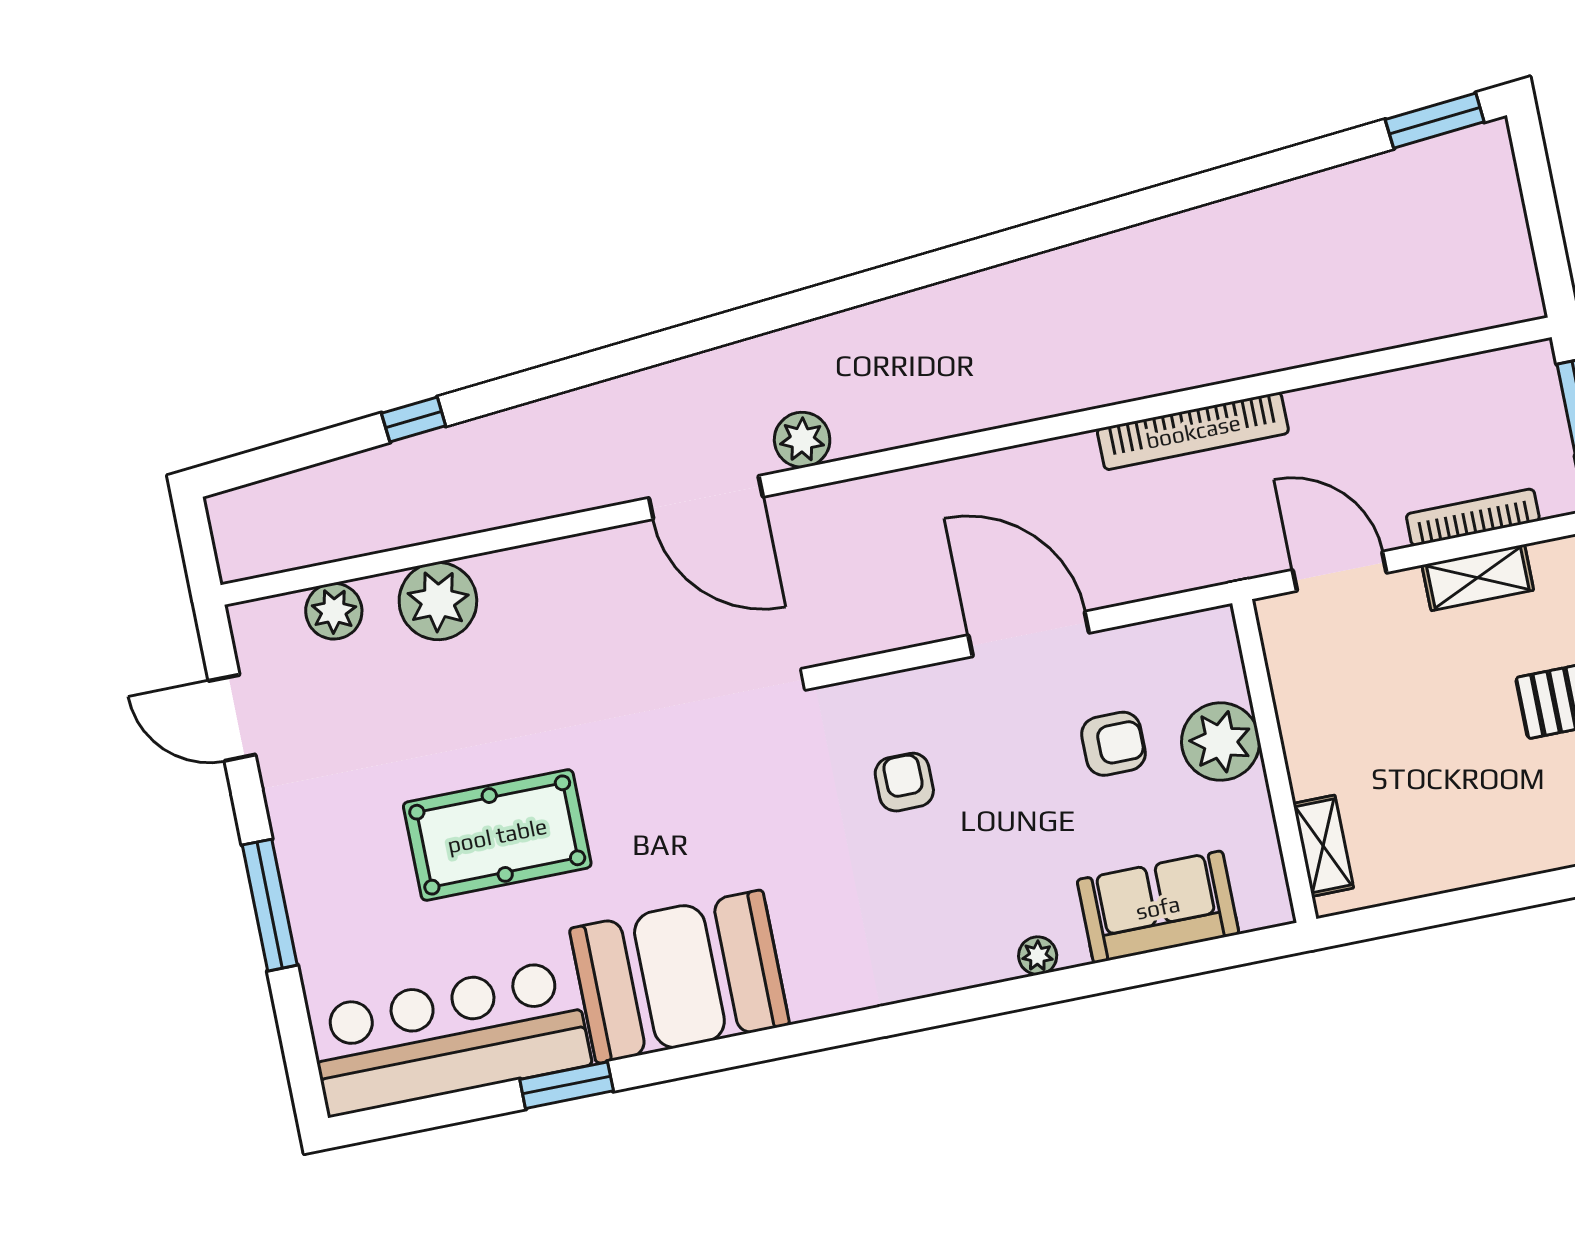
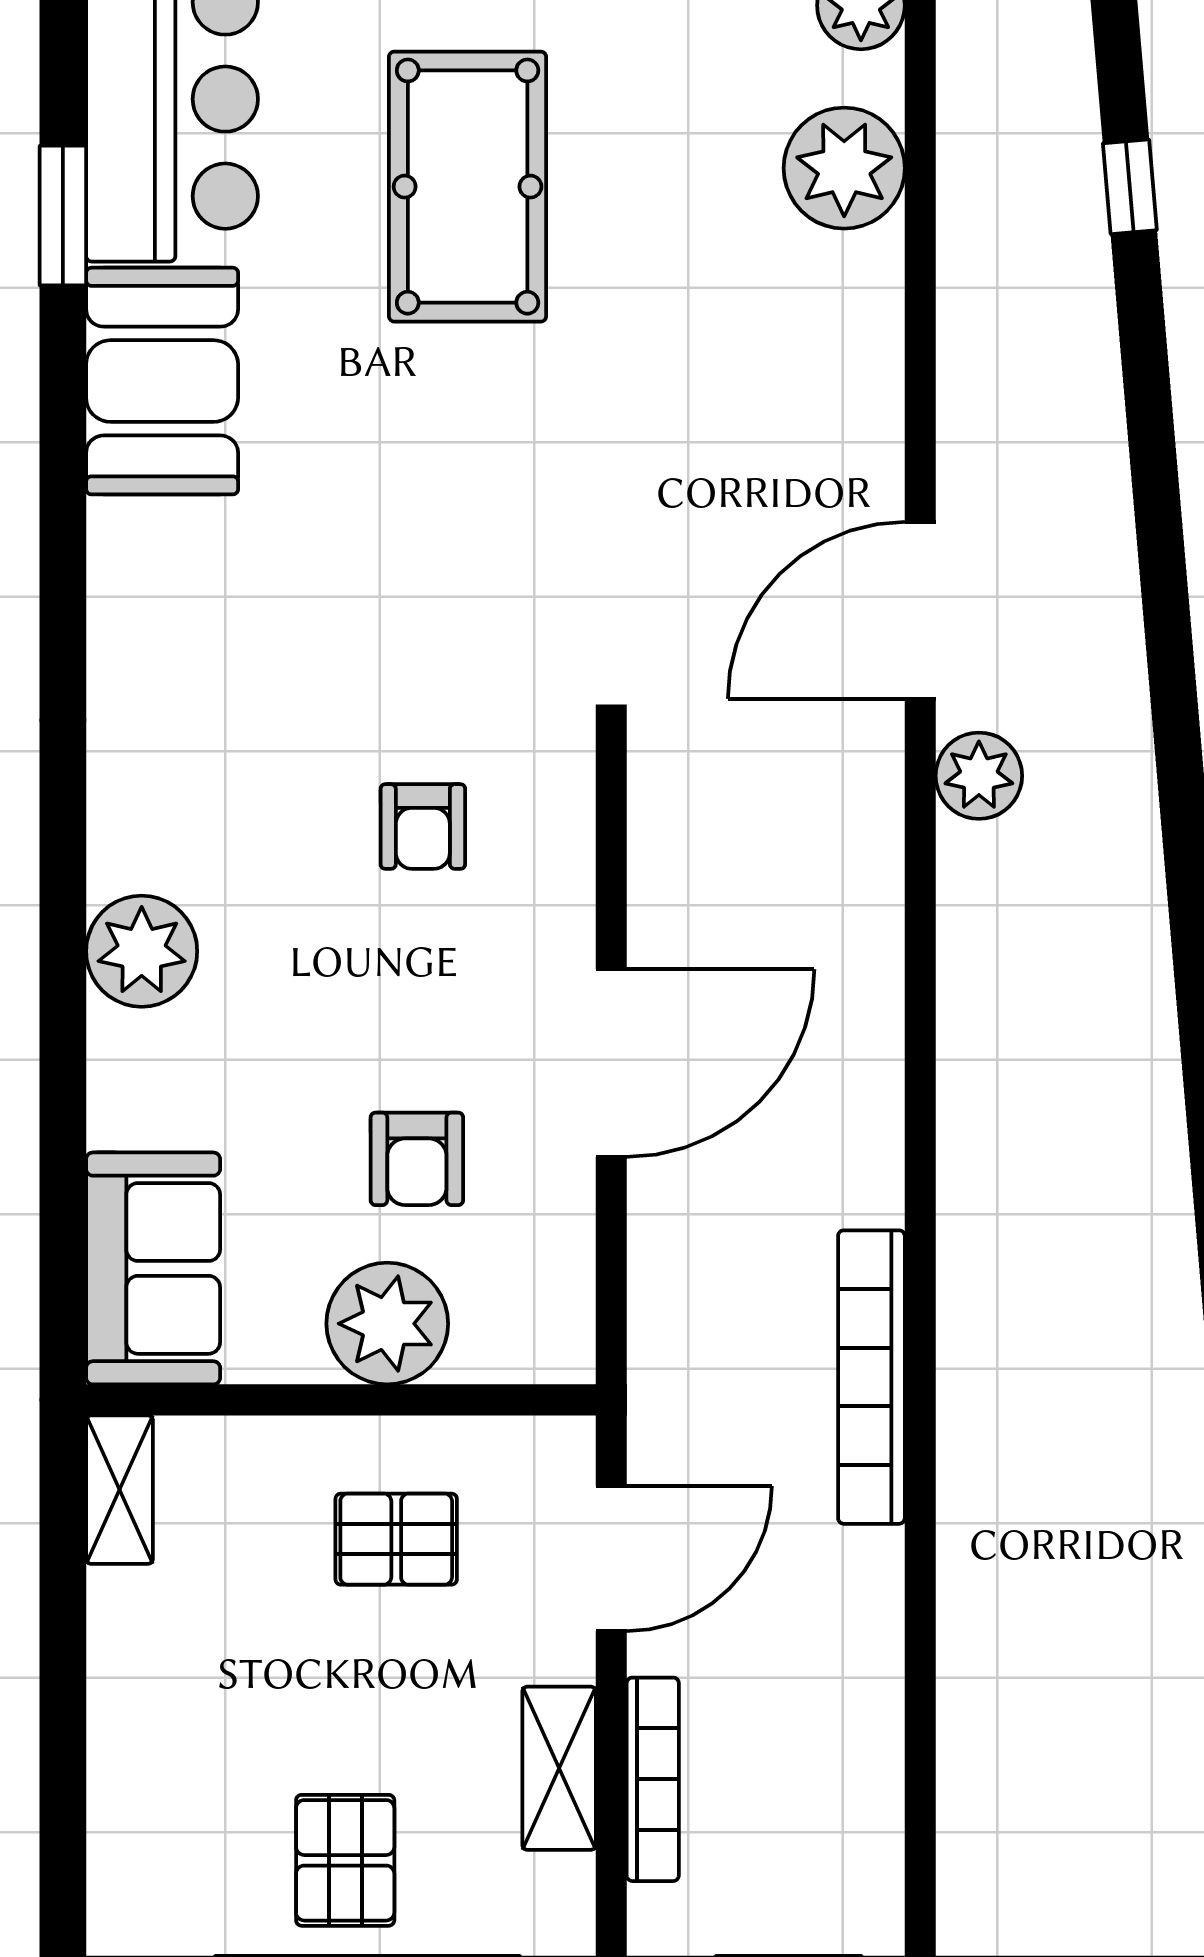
pallet: (1355, 709) -> (396, 1539), added
armchair: (904, 782) -> (423, 827), turned 90
shelving: (1323, 846) -> (119, 1490), moved, turned 90
sofa: (1158, 907) -> (153, 1268), moved
plant: (1038, 956) -> (142, 951), width x1.88, depth x1.88
booth: (679, 977) -> (162, 381), width x0.73, depth x0.70

